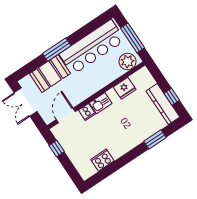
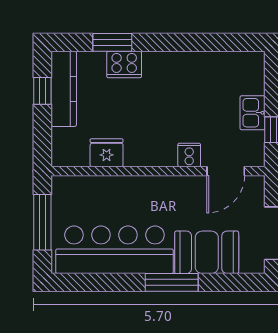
plant: (128, 61) -> (74, 191), removed
kitchen sink: (101, 103) -> (253, 113), moved, turned -90
cooker: (102, 160) -> (124, 65), moved

